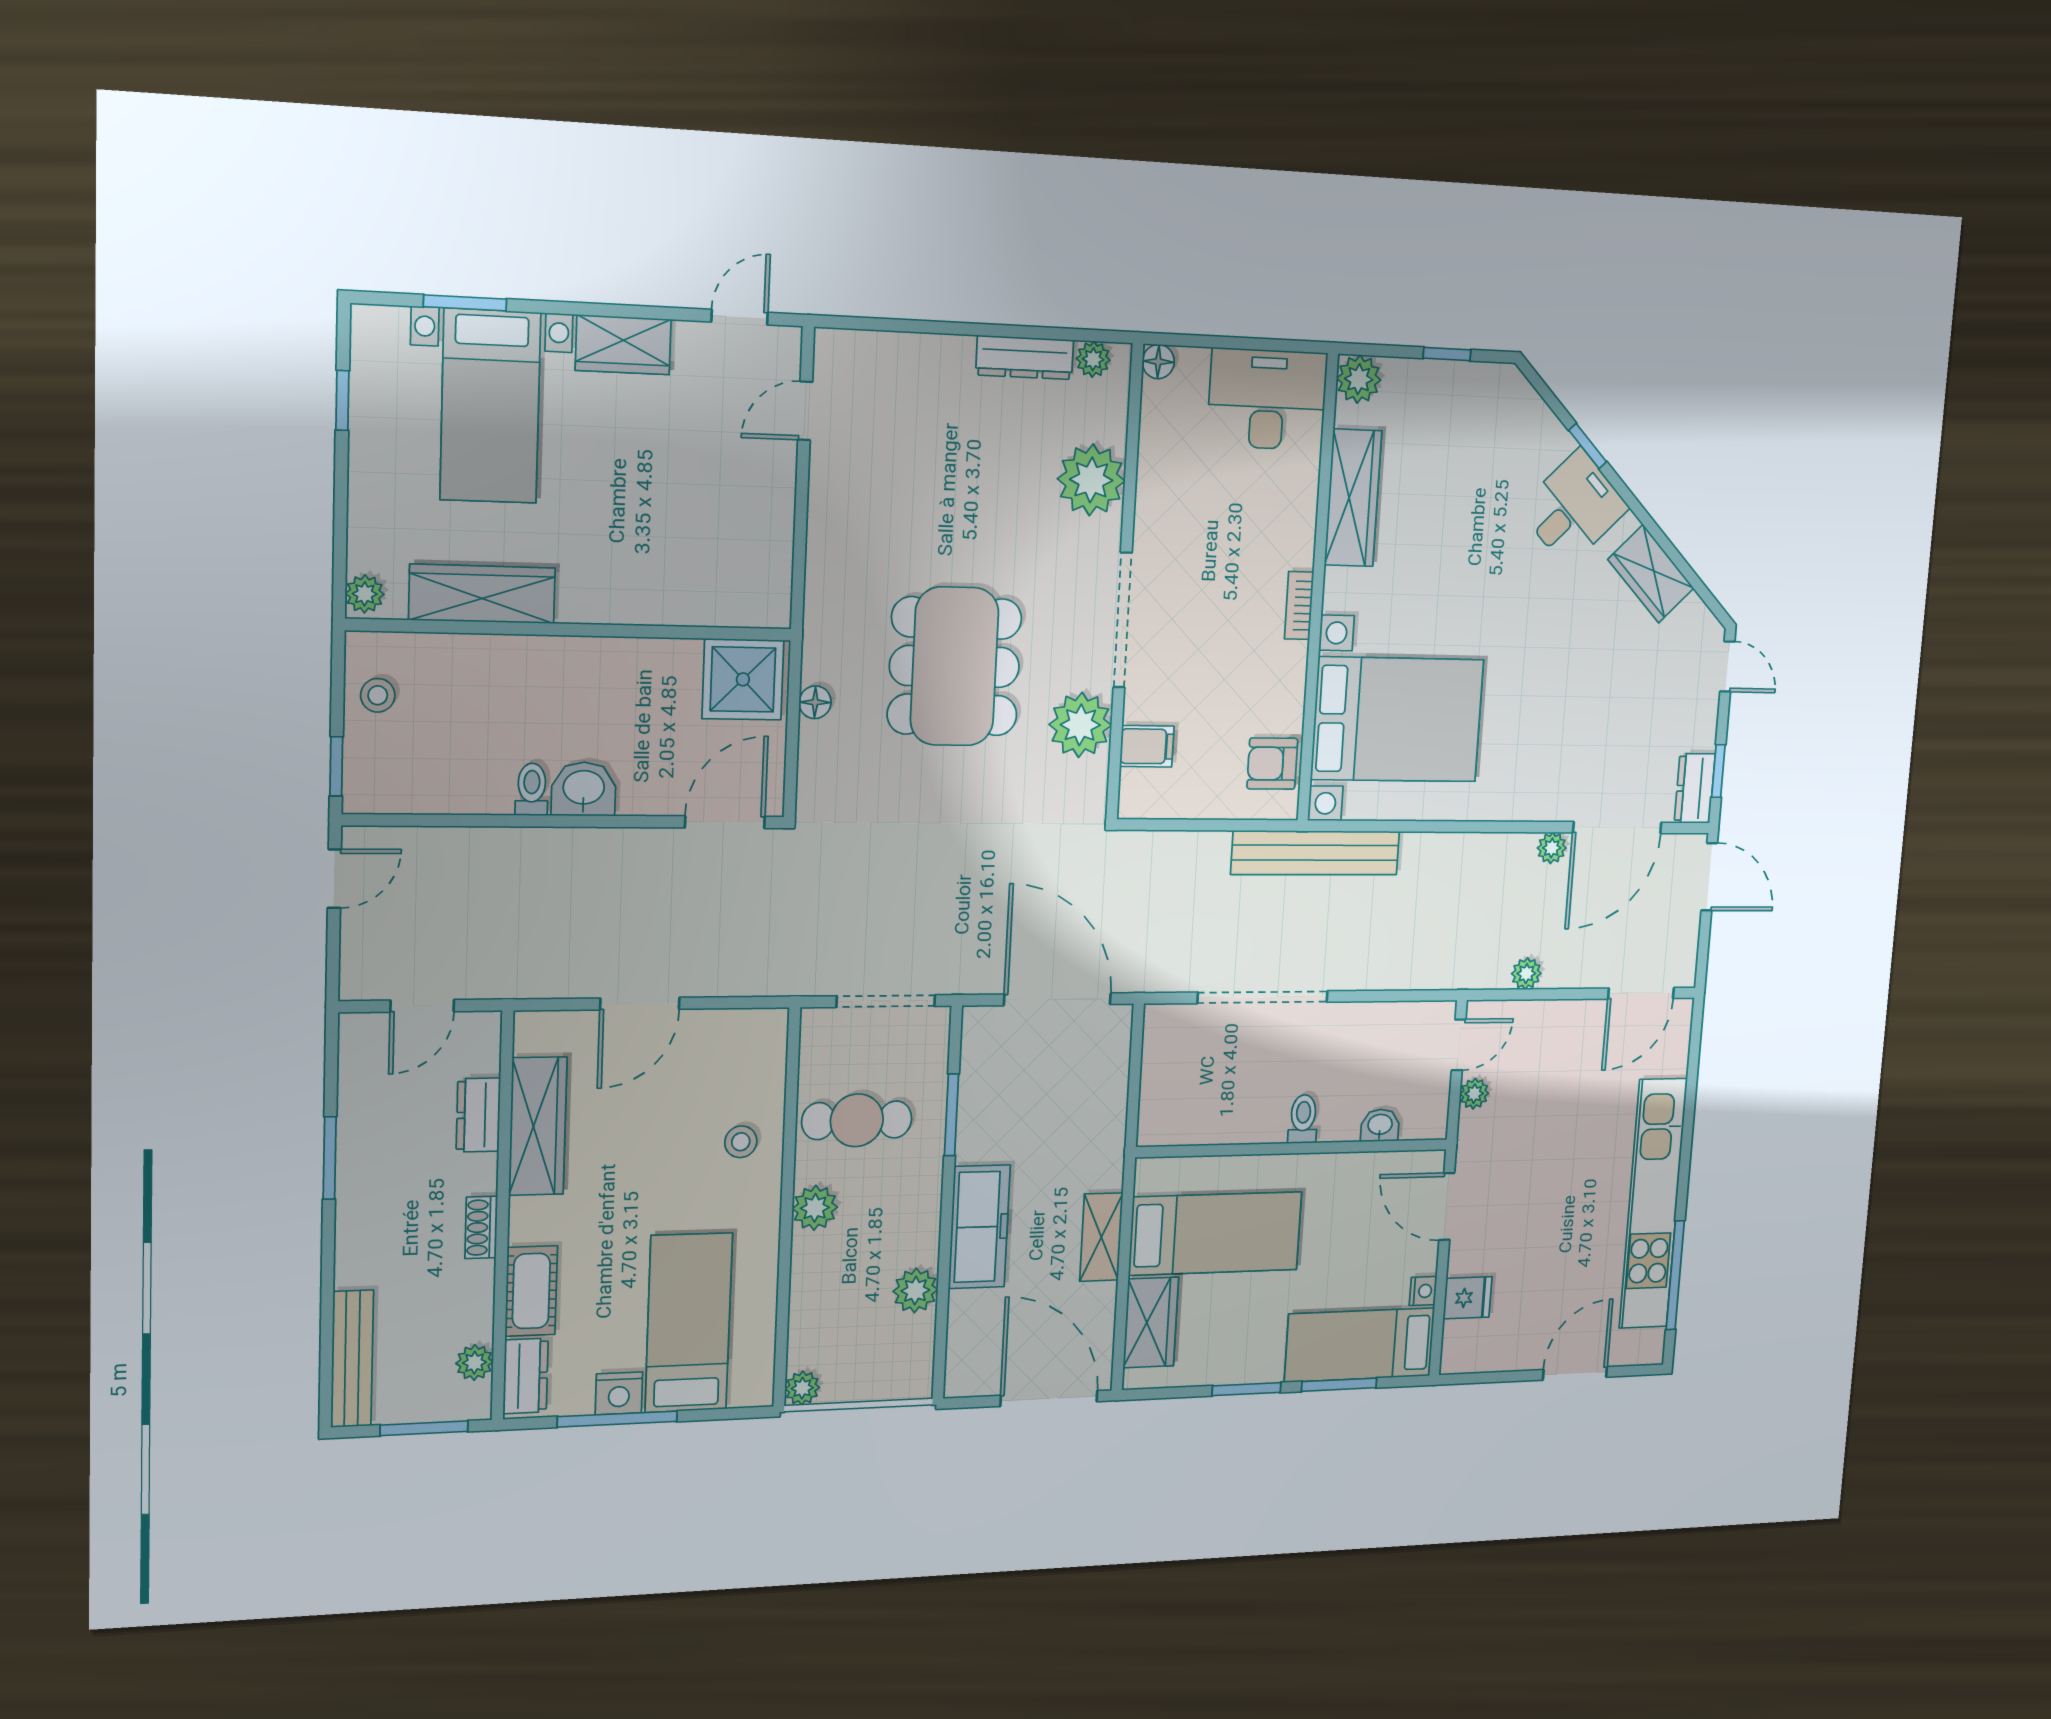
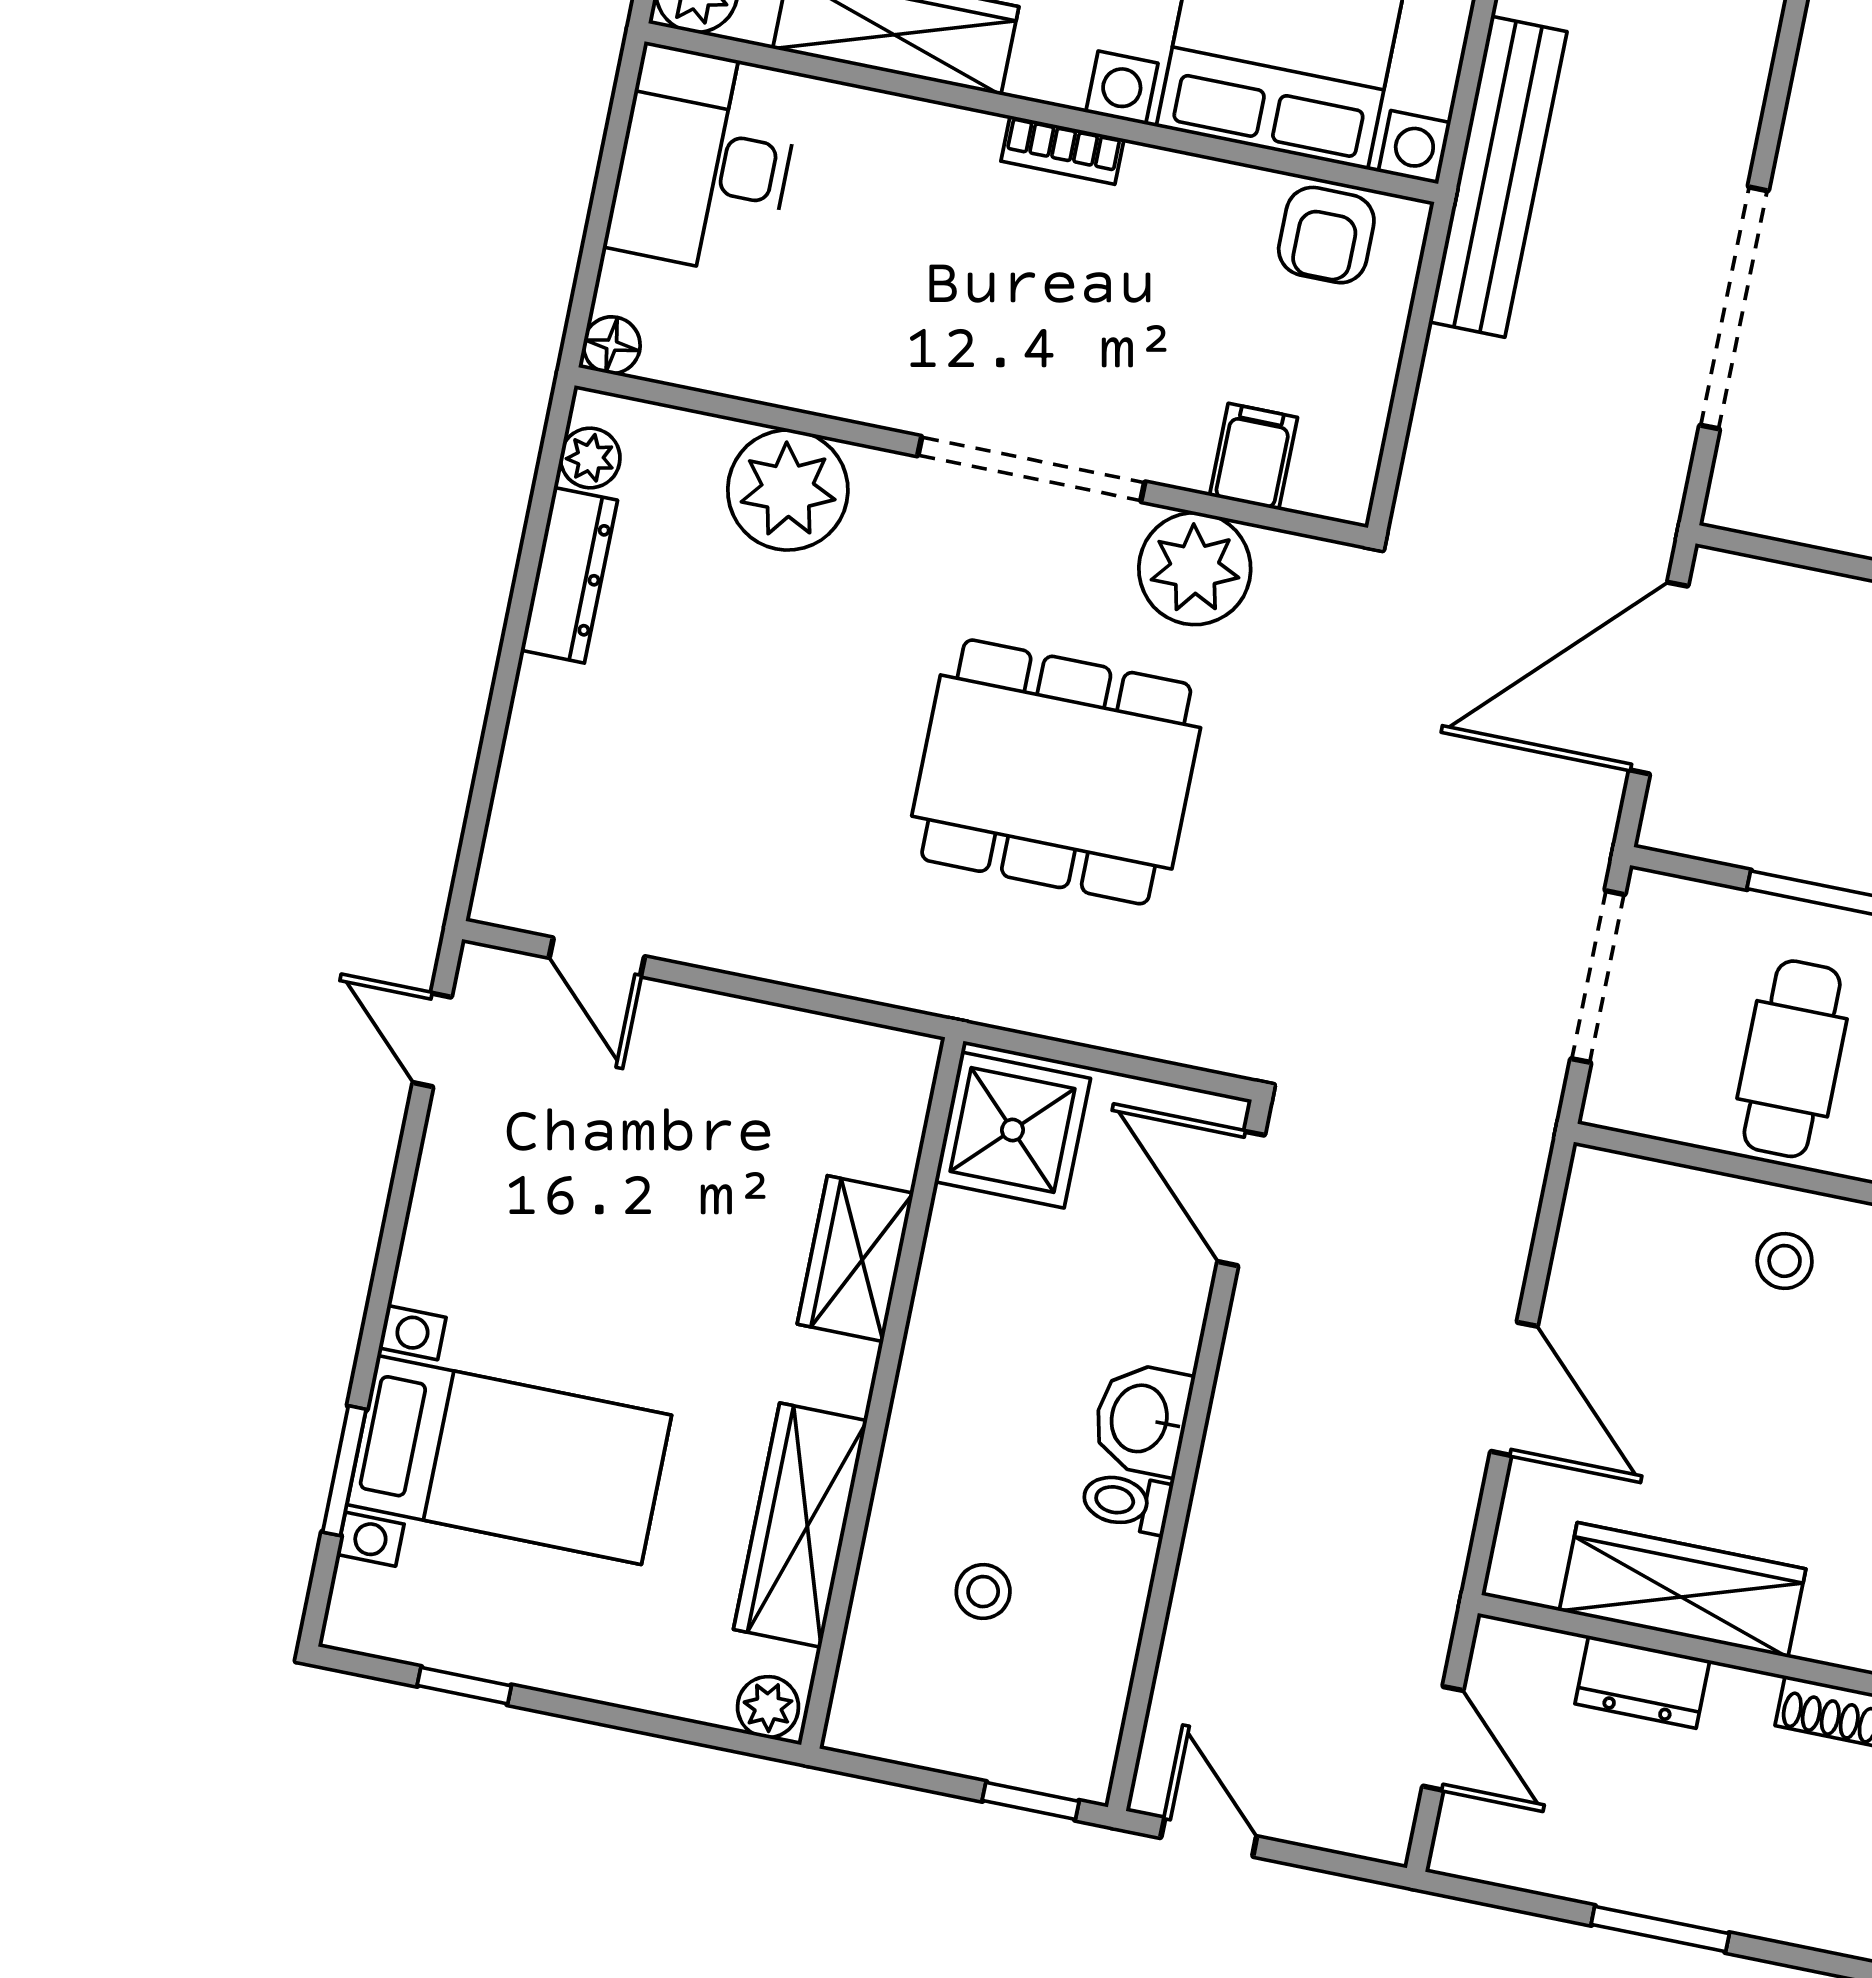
wardrobe: (623, 345) -> (855, 1259), moved, turned 180
stool: (378, 695) -> (983, 1592), moved
floor lamp: (815, 702) -> (1072, 1017), removed

